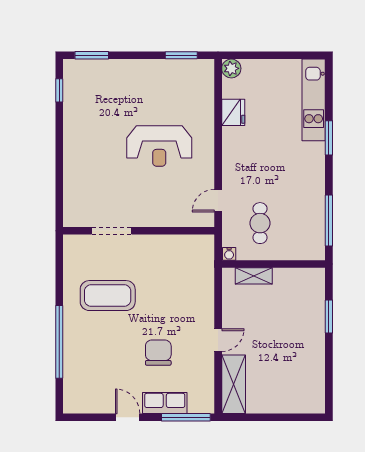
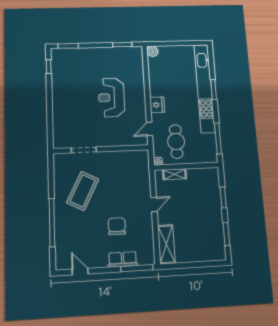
kitchen unit: (314, 100) -> (204, 88), width x1.86
fridge: (233, 112) -> (157, 105), moved
reception desk: (159, 146) -> (111, 97), turned 90
cafe table: (260, 223) -> (176, 142), width x1.37, depth x1.35
coffee table: (108, 296) -> (83, 191), turned -63
door: (218, 340) -> (154, 205), moved
window: (329, 374) -> (226, 234), added
door: (128, 417) -> (80, 272), moved

